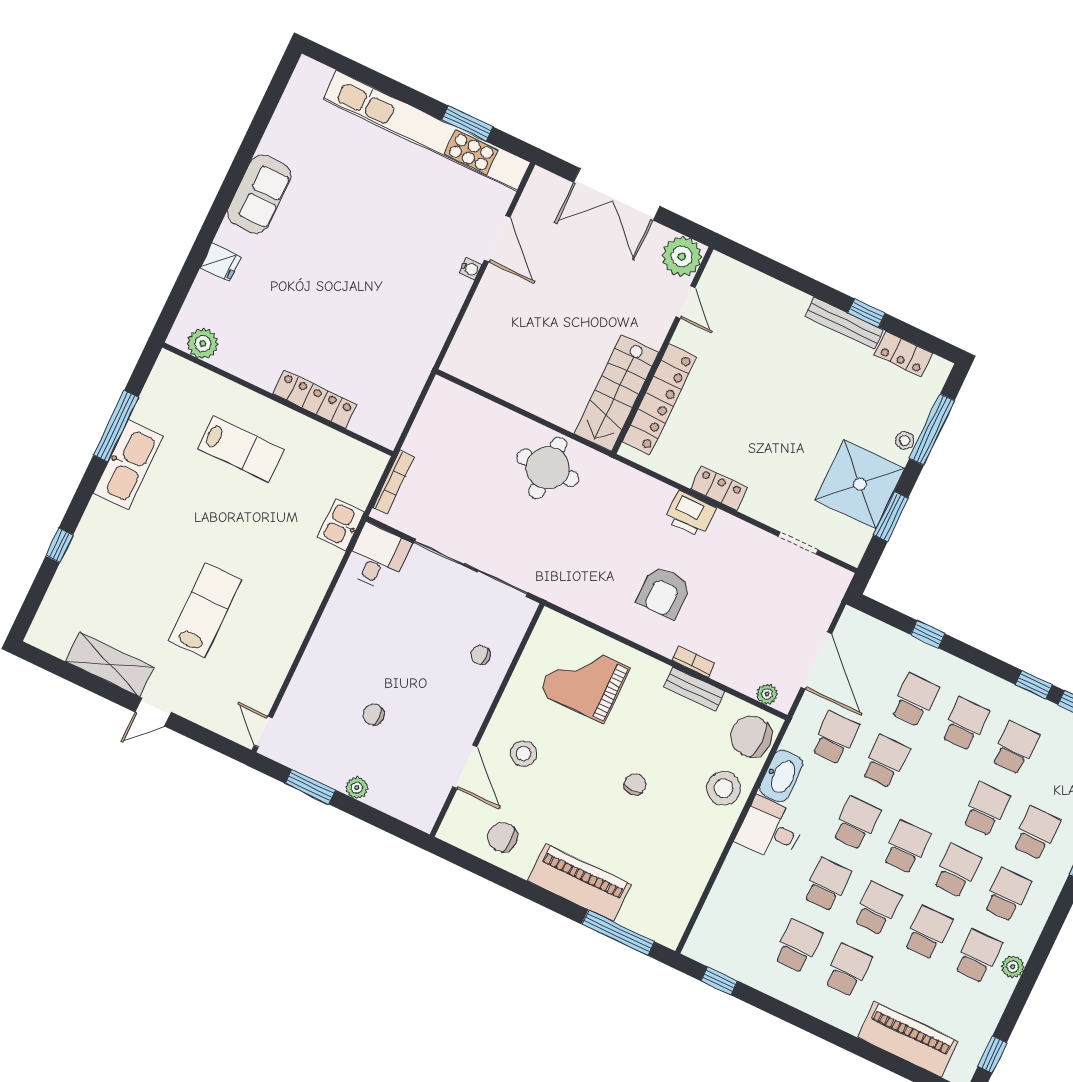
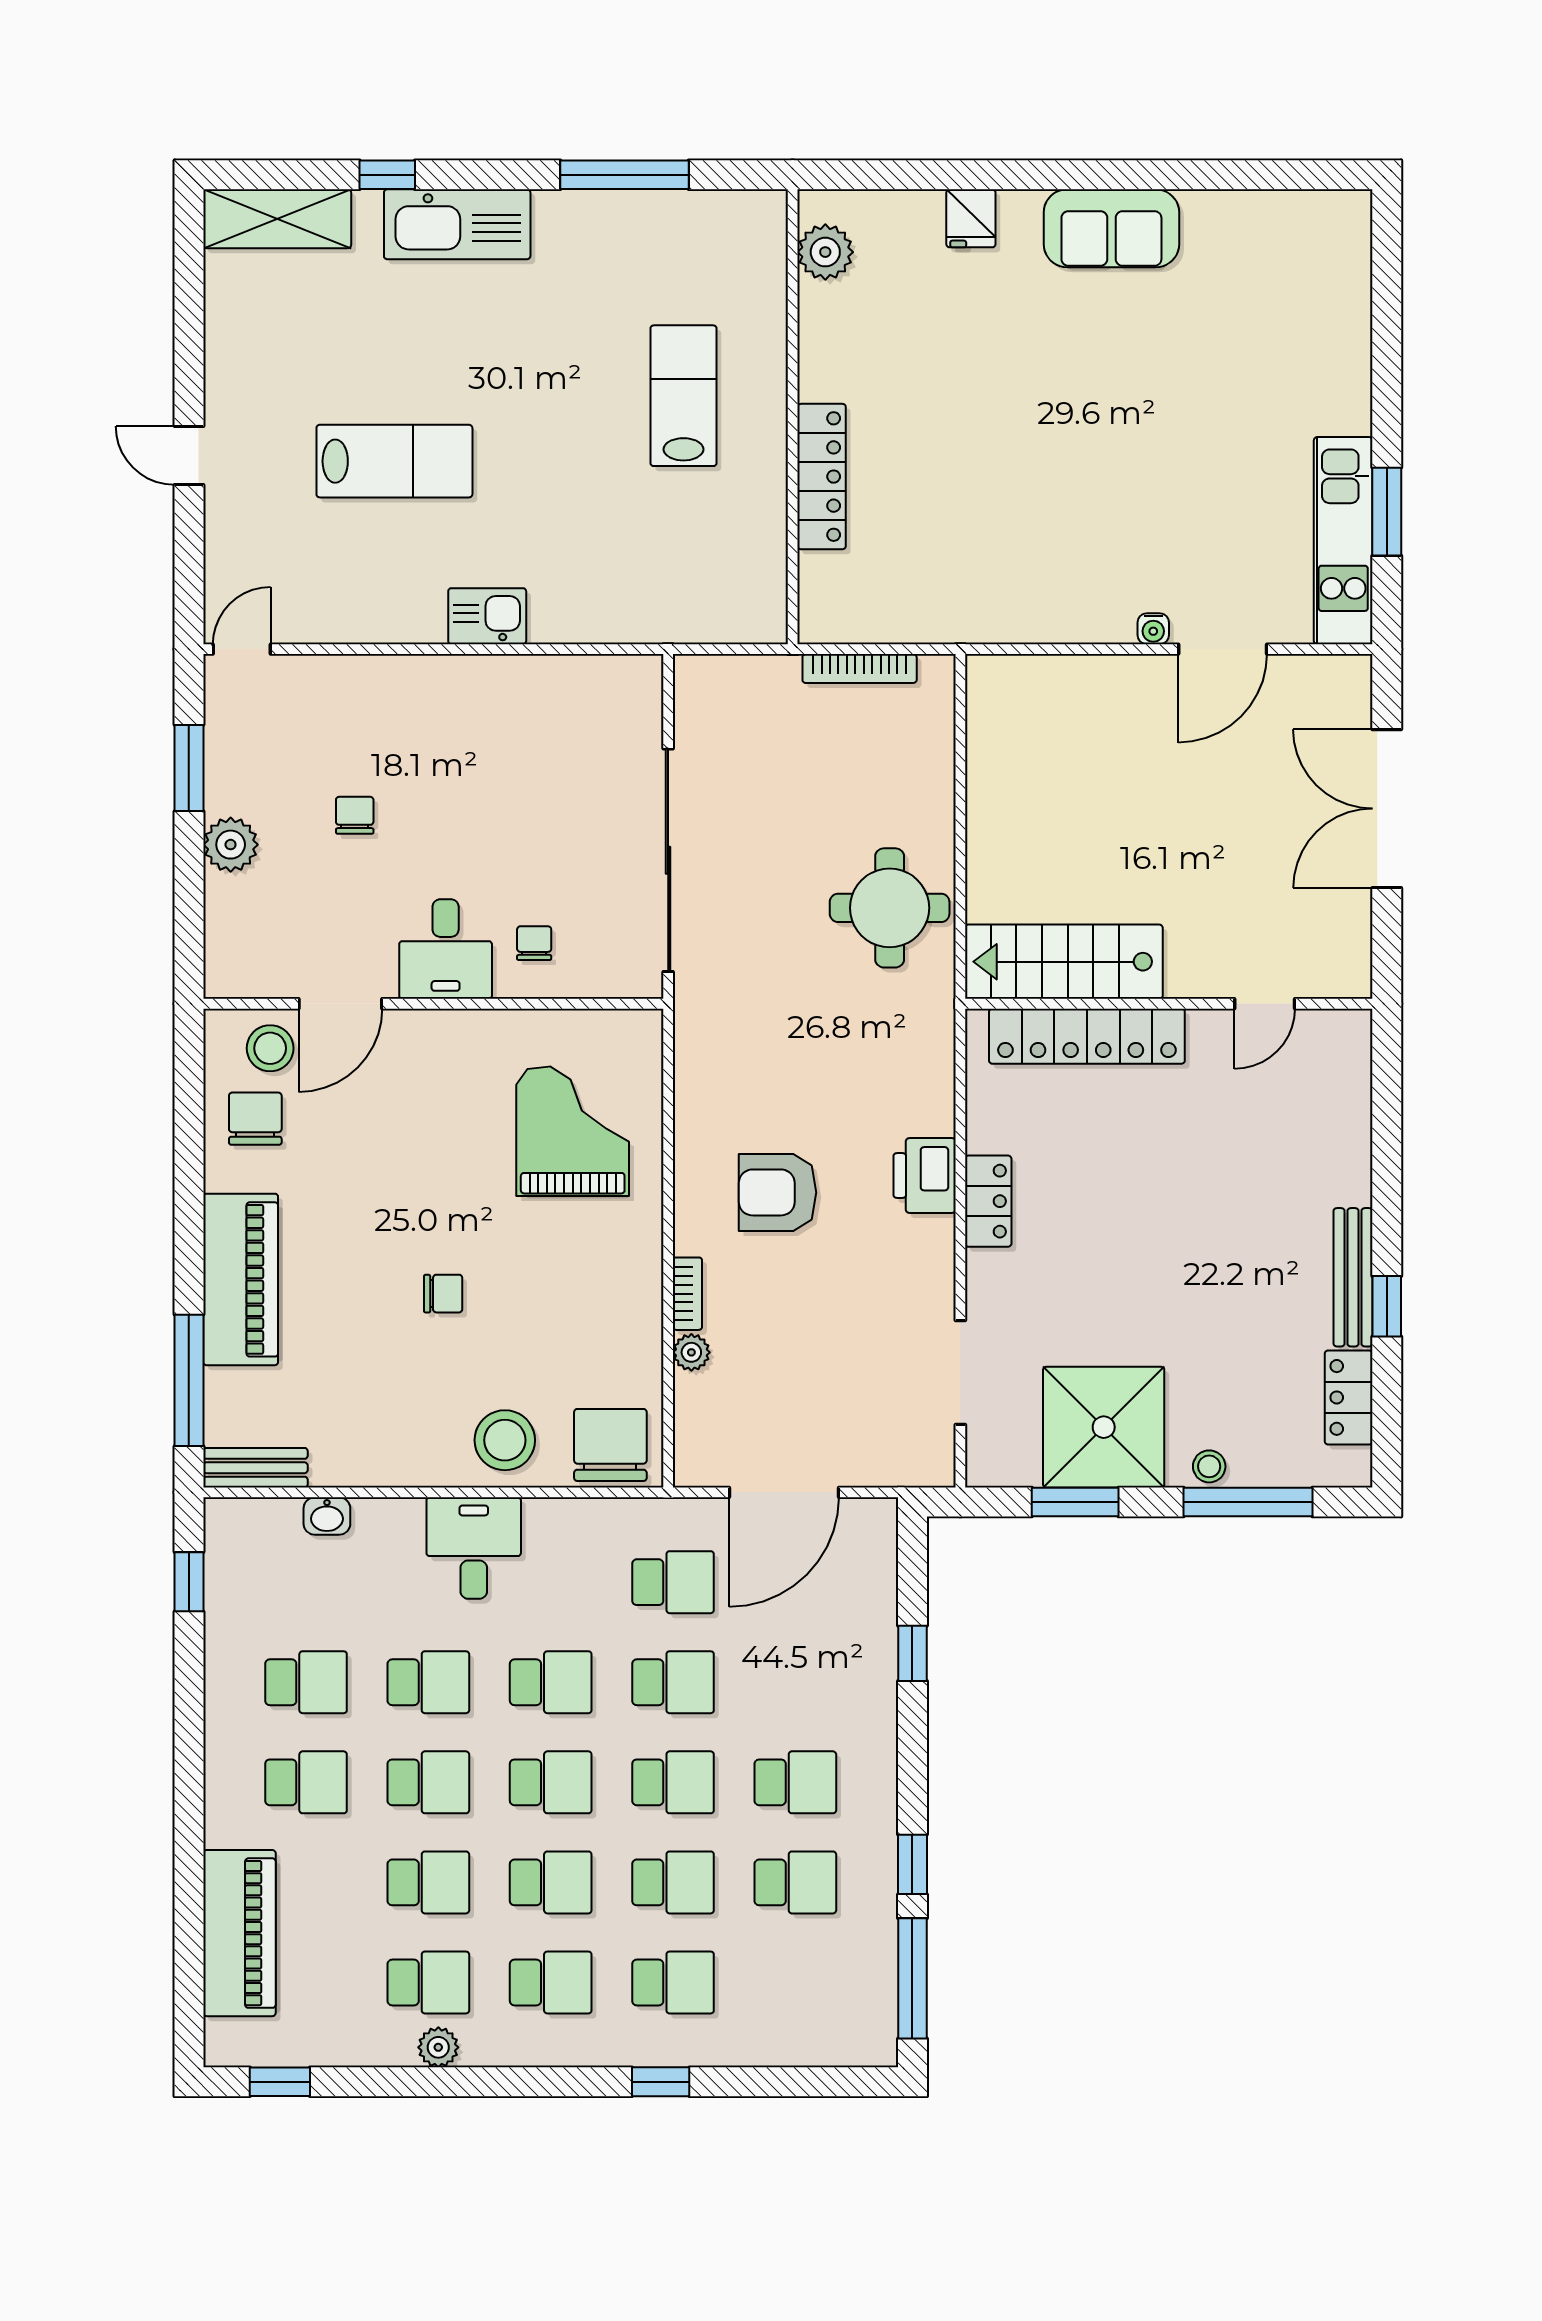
kitchen unit: (427, 131) -> (1343, 541), width x0.54
plant: (682, 256) -> (1336, 963), removed
lab bench: (241, 449) -> (683, 396), turned 180
kitchen sink: (128, 465) -> (457, 224), moved
bookcase: (393, 482) -> (860, 669), moved
kitchen sink: (341, 525) -> (487, 616), moved
doorway: (798, 543) -> (960, 1372), width x1.38
desk: (377, 557) -> (446, 949), moved, turned 90
shelving: (109, 664) -> (277, 219), moved, turned 90
bench: (694, 689) -> (255, 1468), moved, turned 90
plant: (767, 694) -> (691, 1352), moved
school desk: (914, 700) -> (673, 1782), moved
stool: (523, 754) -> (270, 1048), moved
washbasin: (781, 776) -> (327, 1516), moved, width x0.52, depth x0.69
plant: (357, 788) -> (231, 845), width x1.38, depth x1.38

